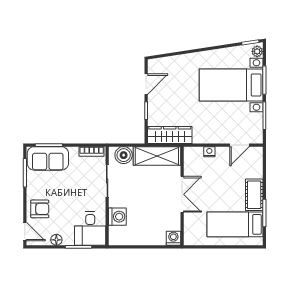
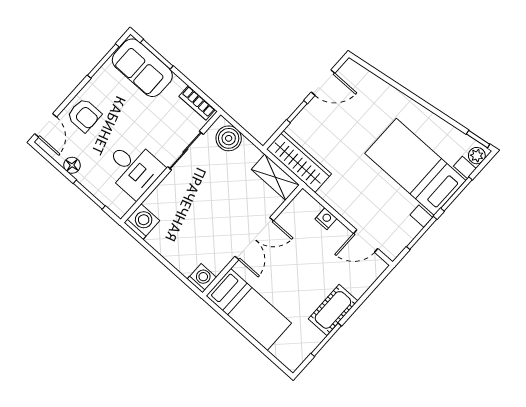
shelving: (157, 156) -> (275, 177), width x0.67, depth x0.75
washing machine: (117, 217) -> (142, 222), moved, turned -90
bed: (235, 224) -> (249, 310), moved, turned 180
desk: (90, 229) -> (133, 169), moved, turned -90

